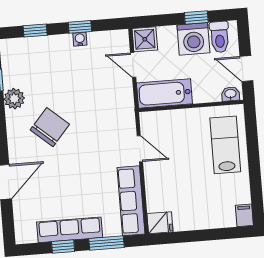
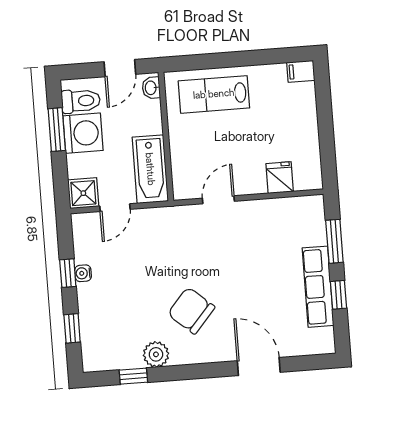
window: (196, 18) -> (57, 130), width x1.50
row of seats: (131, 201) -> (282, 211), removed
fridge: (160, 223) -> (280, 178), moved

